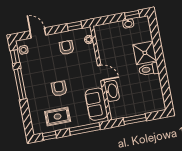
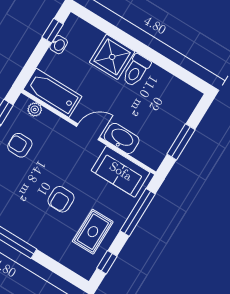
bathtub: (104, 41) -> (52, 93), added
armchair: (59, 89) -> (61, 199), turned -90

